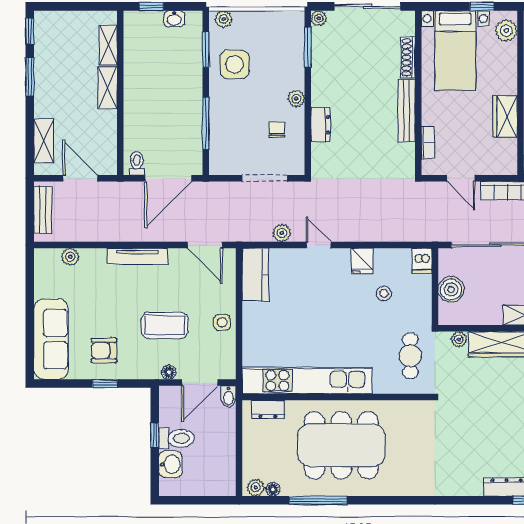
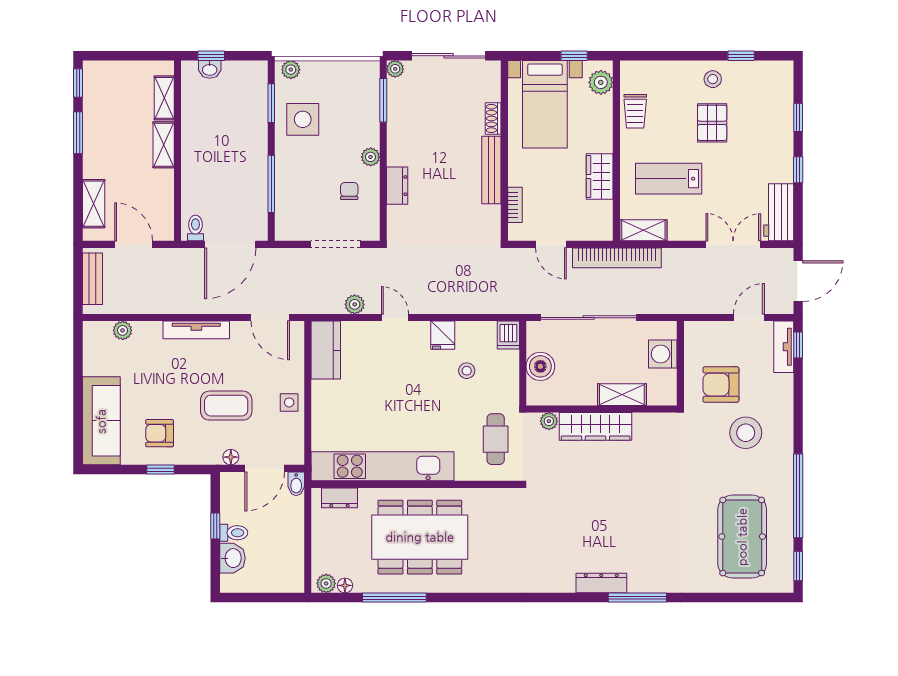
washbasin: (174, 19) -> (210, 69), moved
shoe rack: (408, 57) -> (493, 118), width x0.70
toilet: (176, 438) -> (234, 533), width x0.73, depth x0.72

